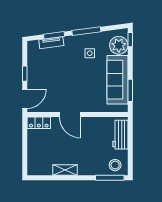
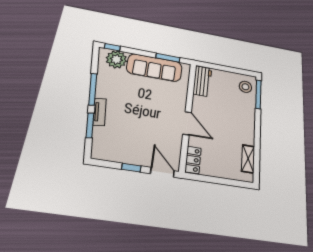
tv unit: (51, 43) -> (100, 112), moved
side table: (90, 53) -> (120, 90), removed
door: (70, 114) -> (187, 123), hinge flipped
workbench: (120, 135) -> (202, 81), moved, turned -90
shelving: (65, 170) -> (248, 159), moved

